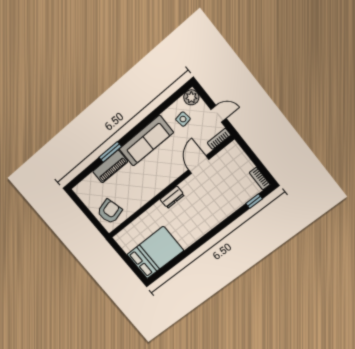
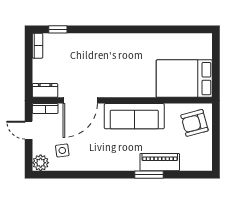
sofa: (146, 141) -> (134, 116), moved, turned 180
door: (199, 165) -> (80, 100), width x1.36
dresser: (172, 197) -> (45, 90), moved
bed: (155, 253) -> (184, 79), moved

